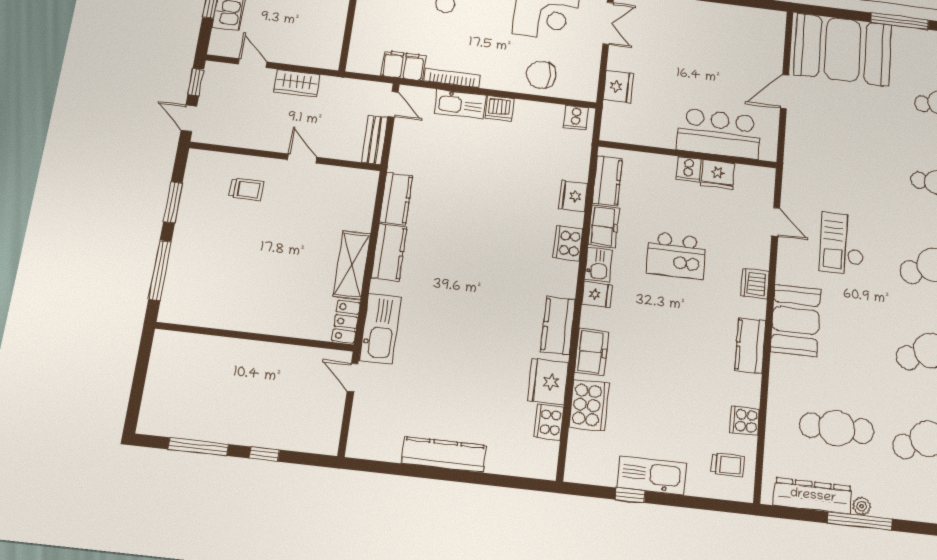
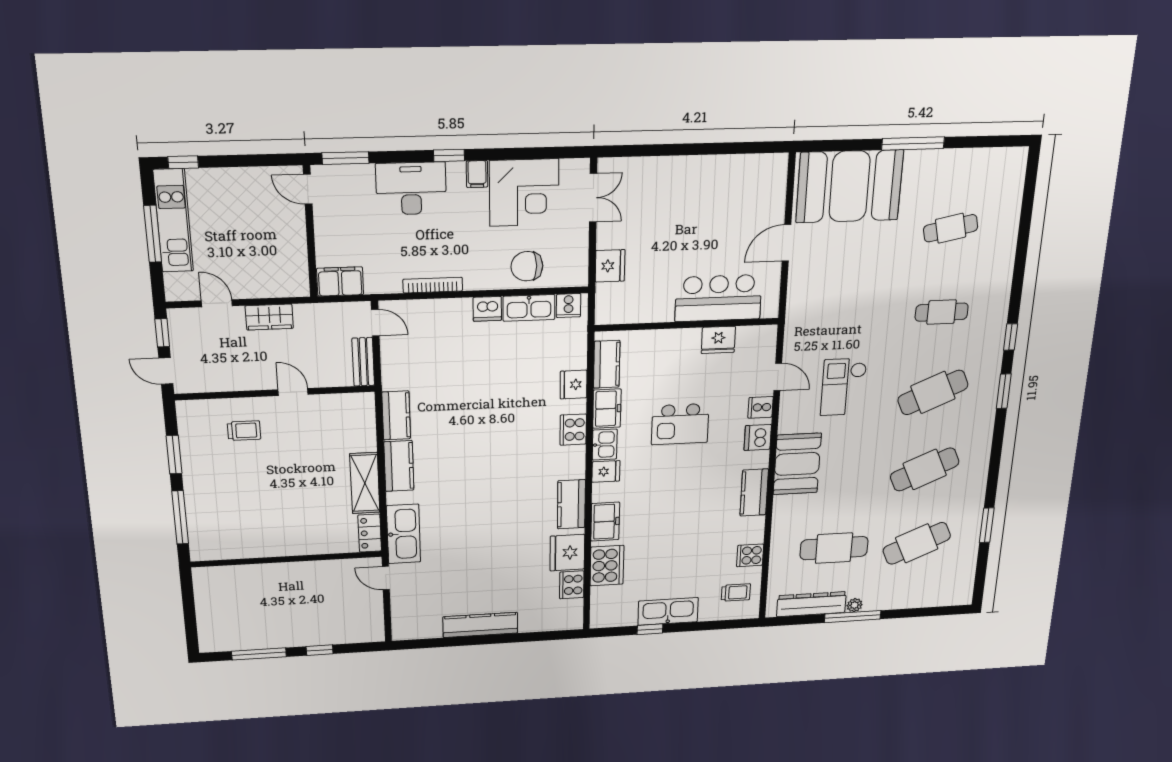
filing cabinet: (403, 66) -> (340, 281), moved
kitchen sink: (460, 104) -> (529, 308), moved
cooker: (689, 169) -> (761, 407), moved, turned 90

